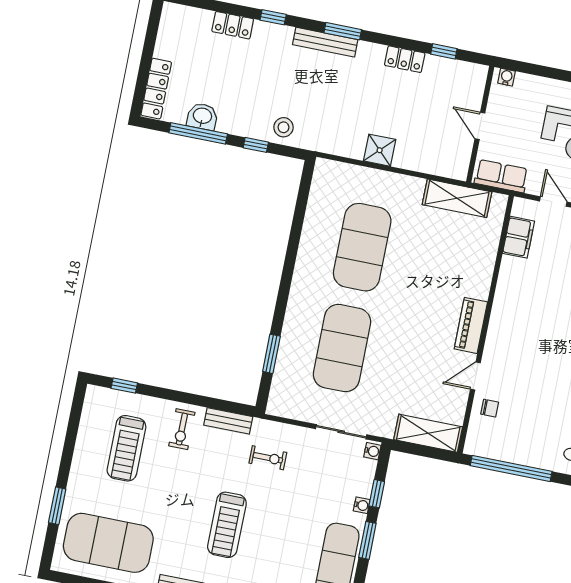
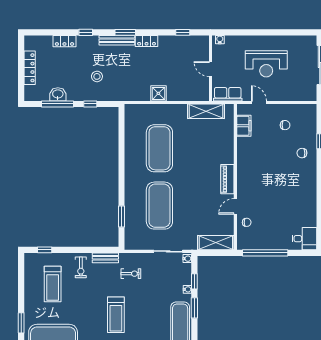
locker: (405, 59) -> (147, 41), moved
locker: (156, 89) -> (30, 68), moved
stool: (284, 127) -> (97, 76), moved

